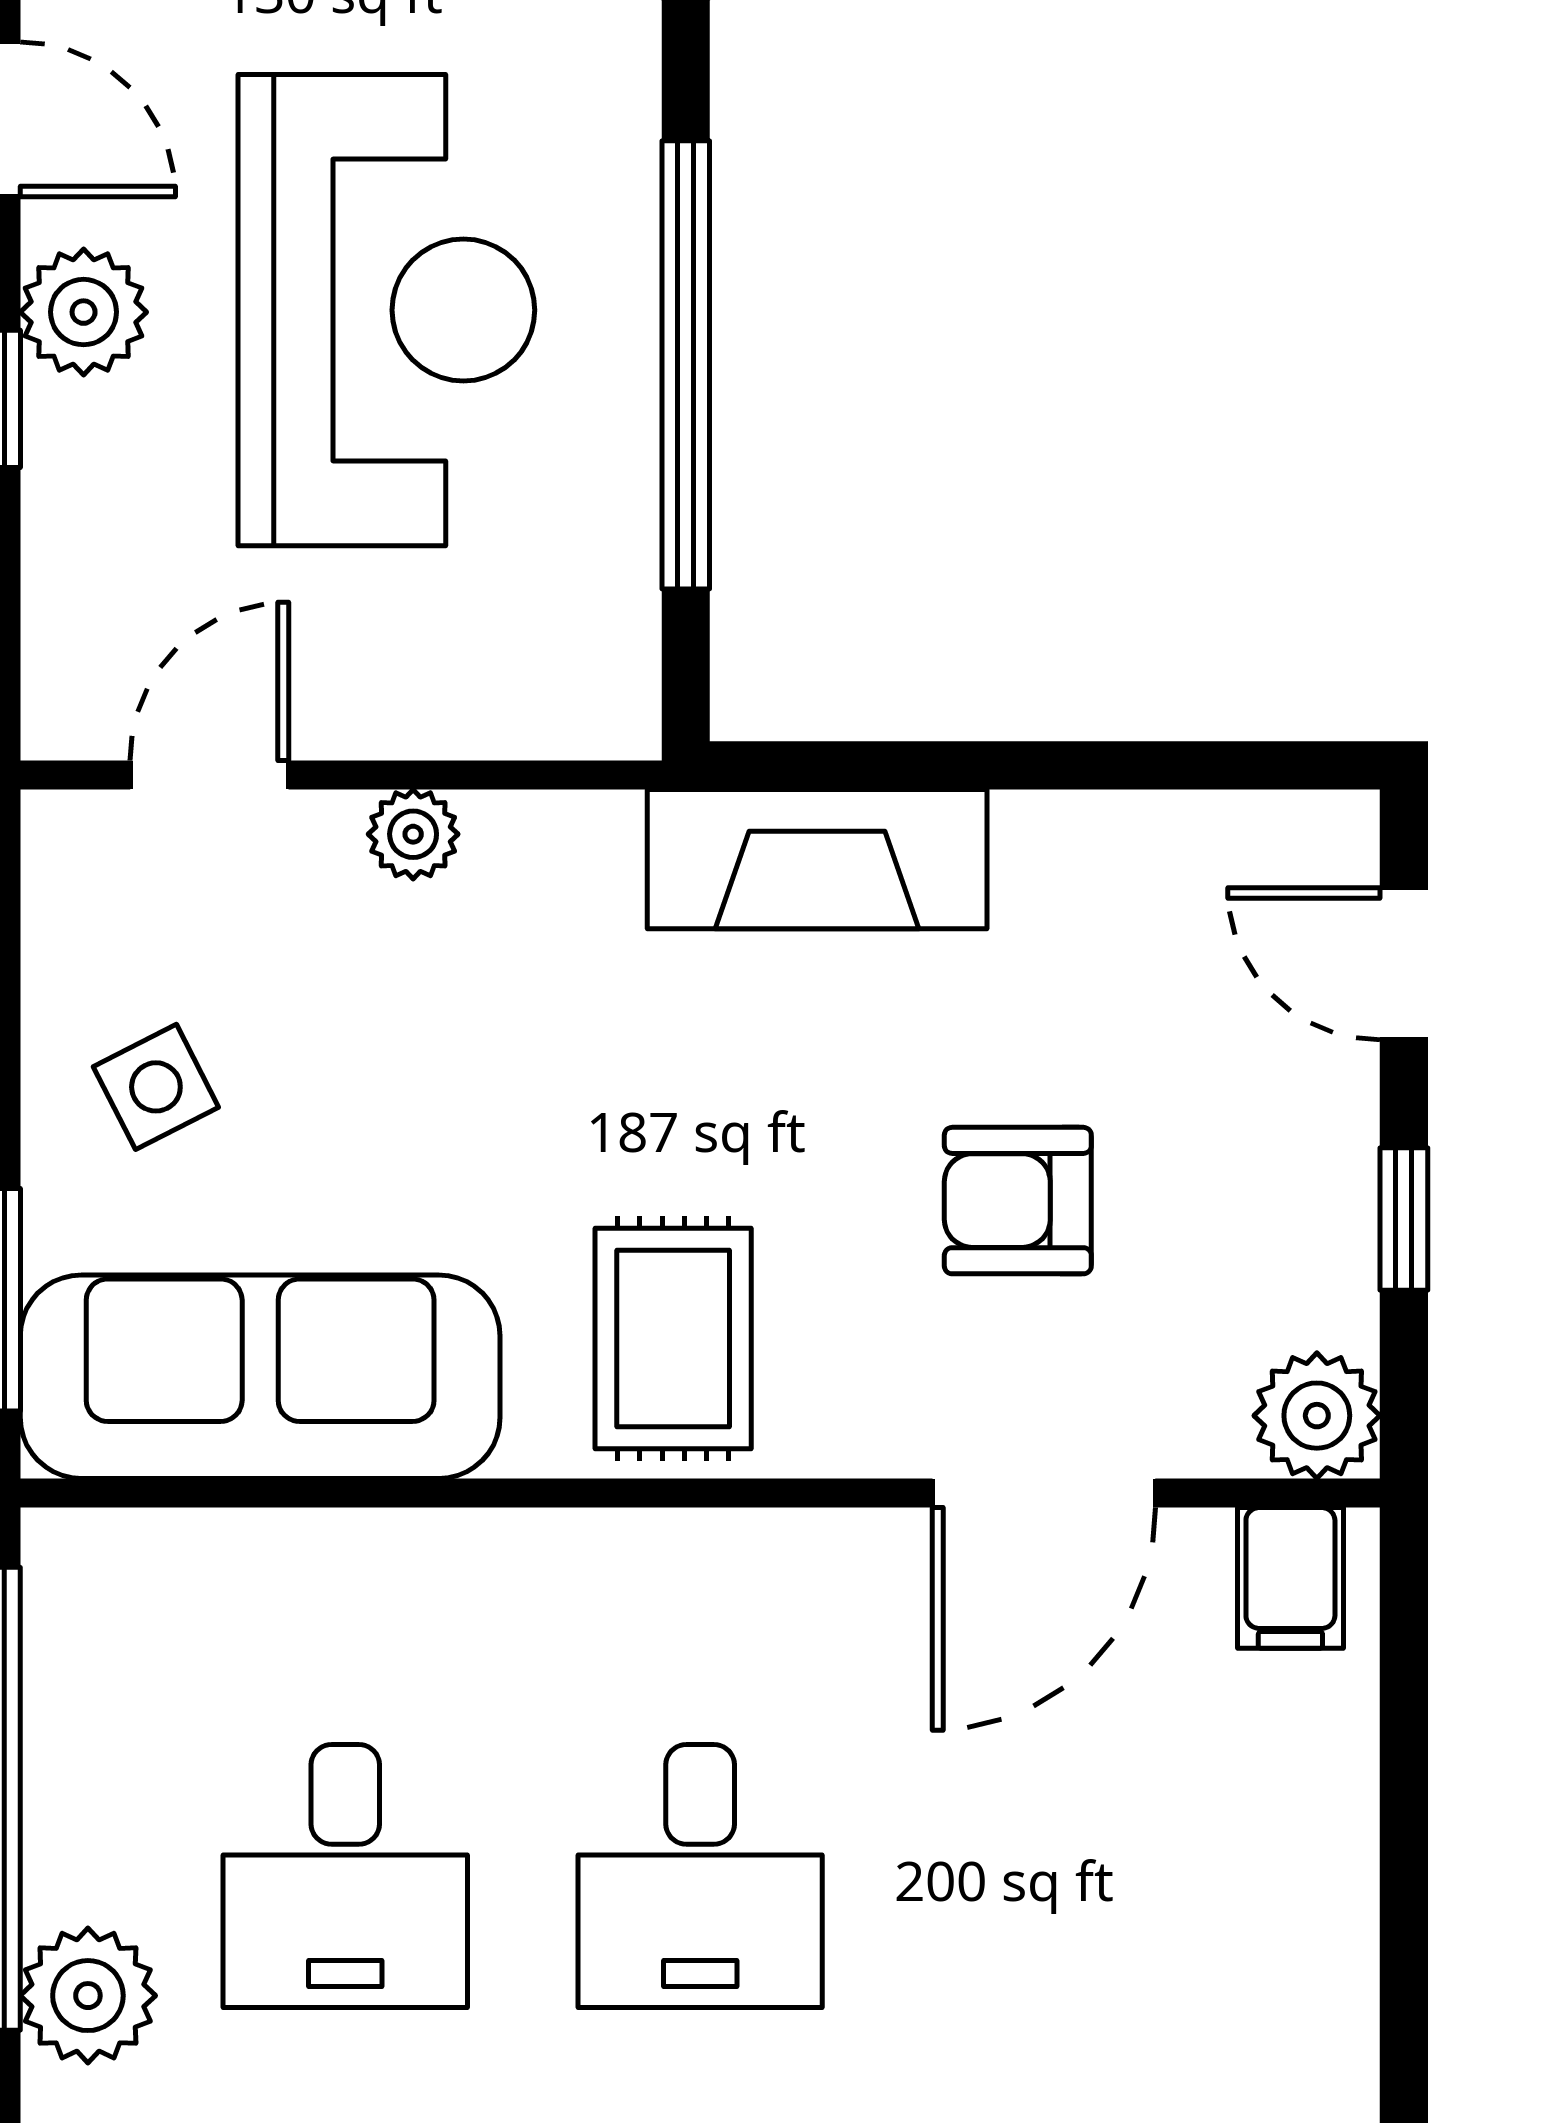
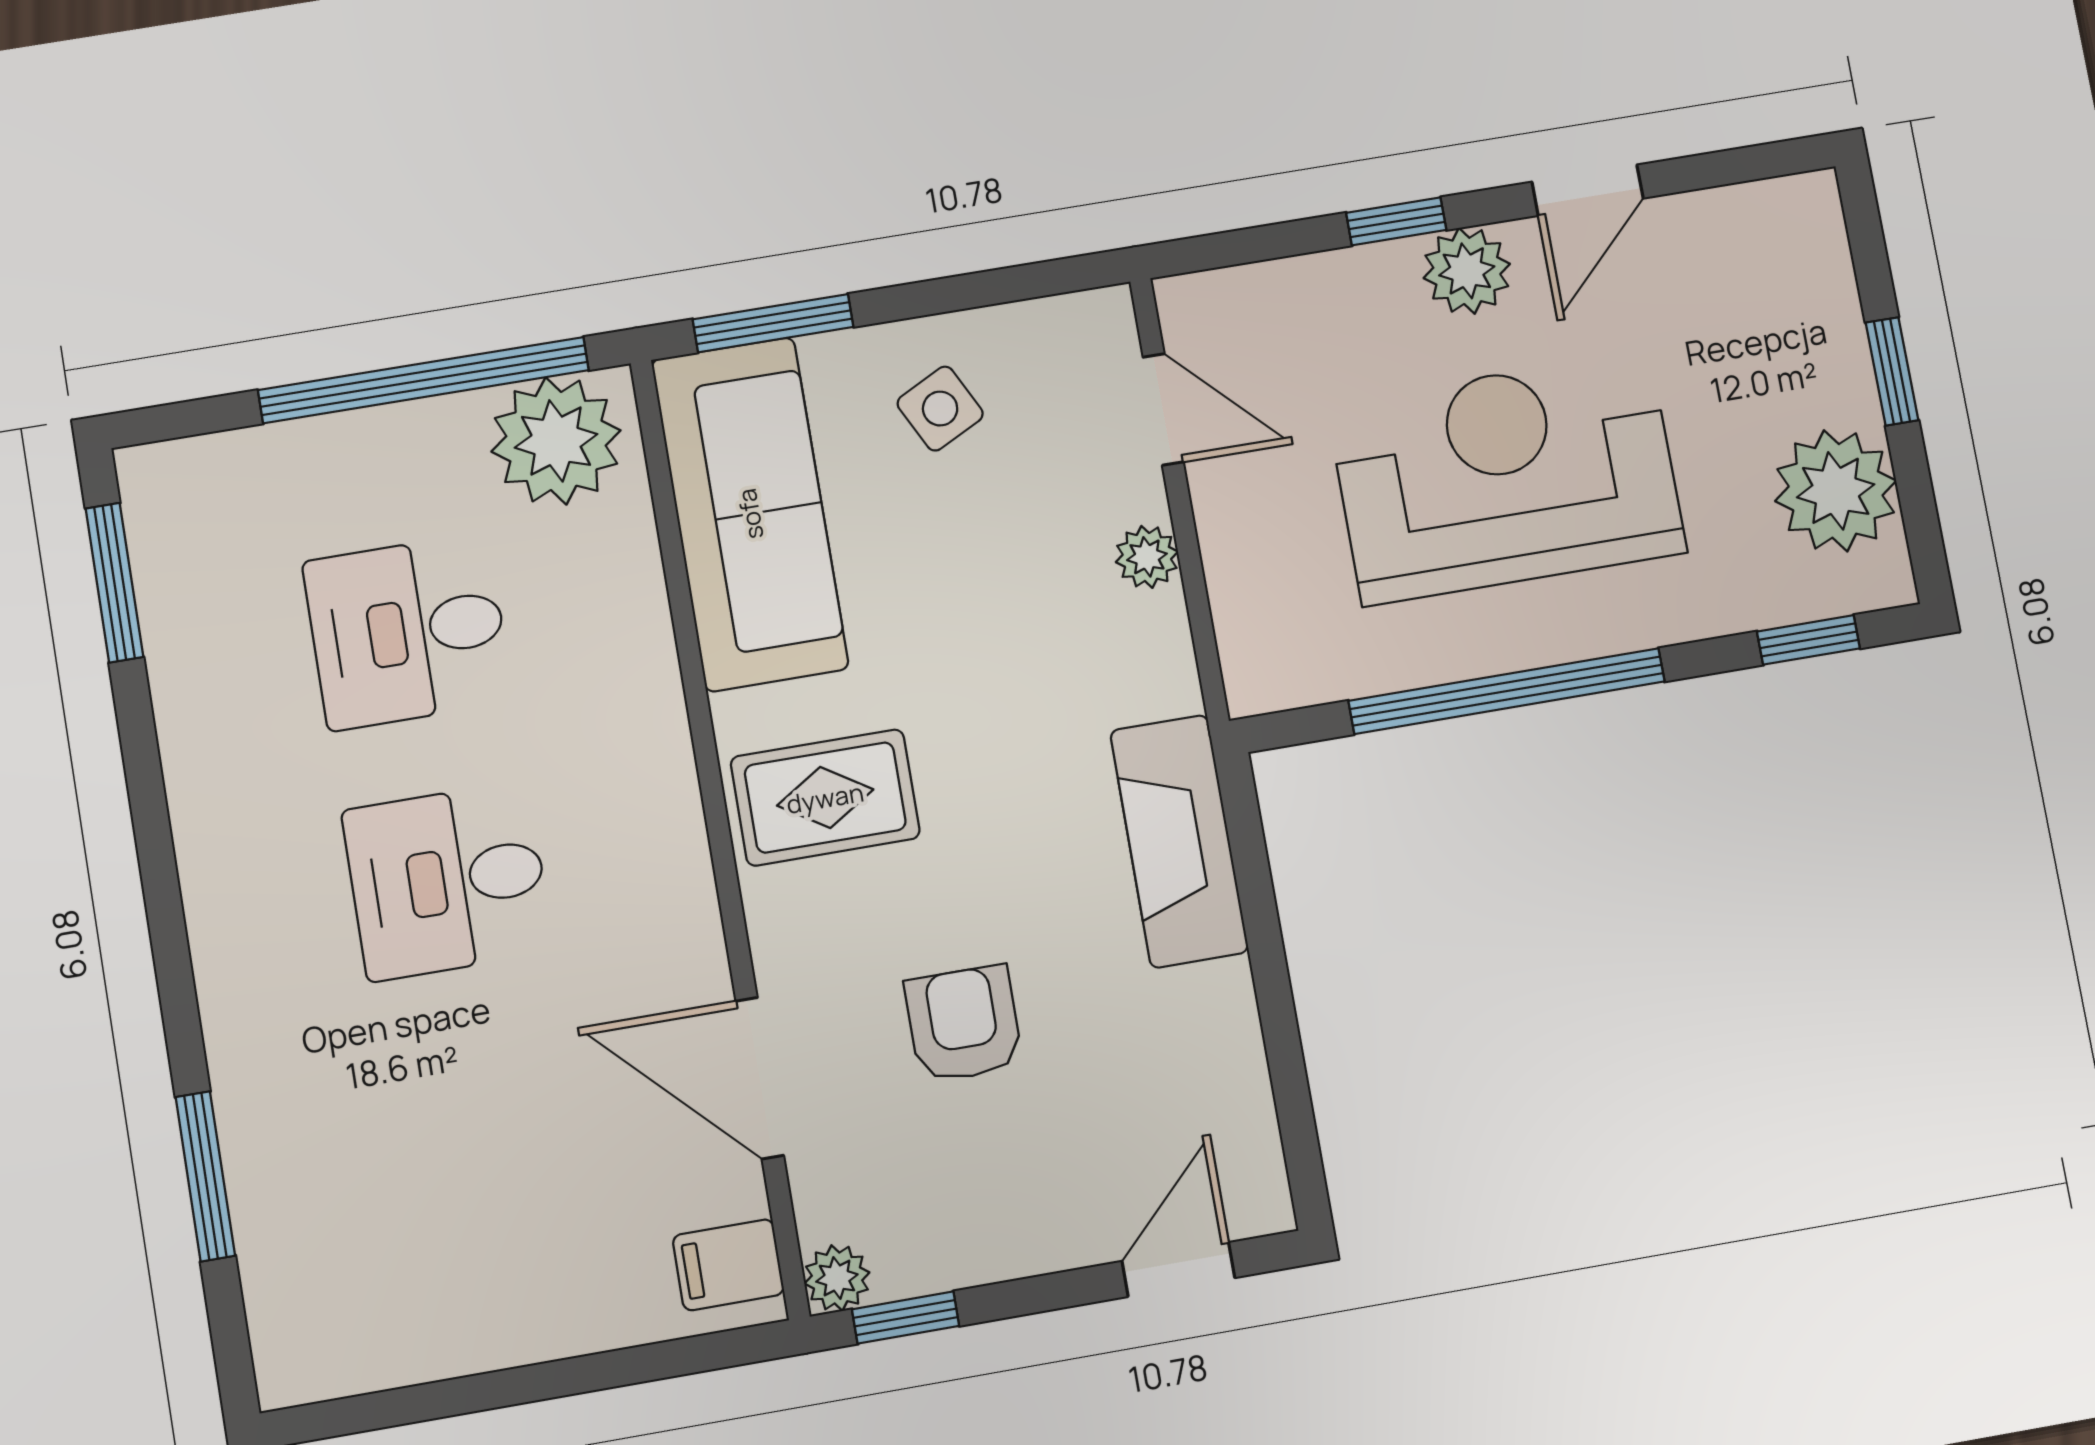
reception desk: (386, 310) -> (1506, 478), turned 180
window: (1404, 1219) -> (906, 1318), moved
plant: (1317, 1416) -> (837, 1278), width x0.73, depth x0.73
plant: (88, 1996) -> (556, 441), moved, width x1.36, depth x1.36

